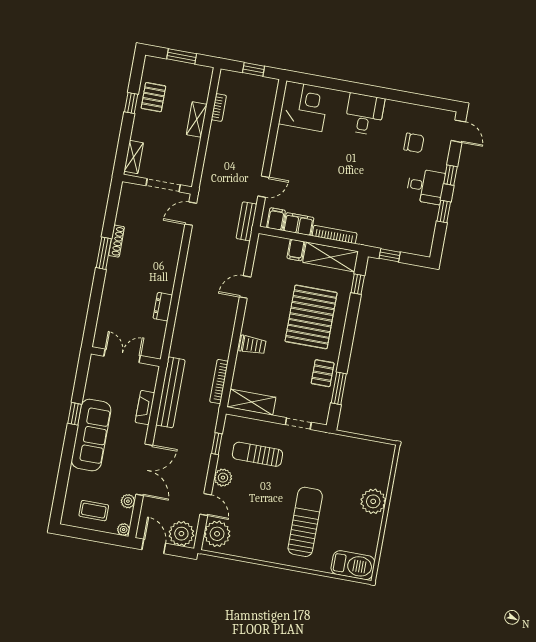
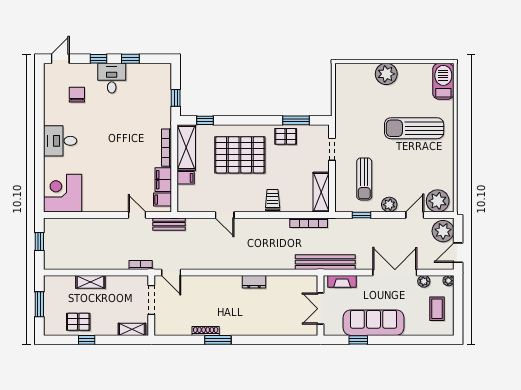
bookcase: (219, 108) -> (141, 265), moved
double door: (122, 356) -> (320, 309), moved
wall: (126, 357) -> (320, 305), moved

